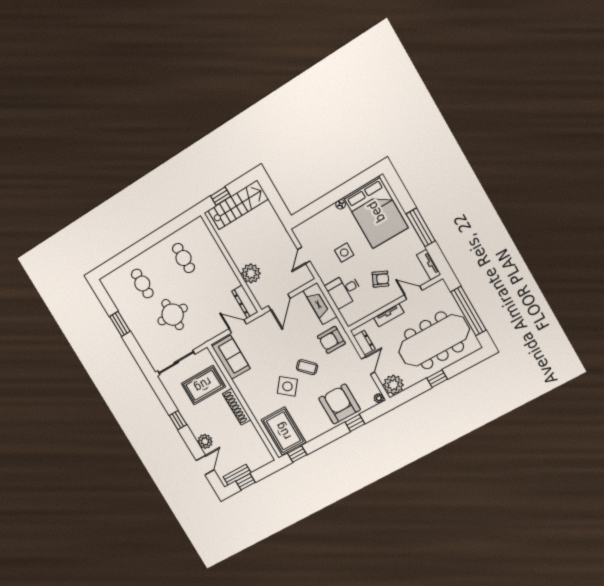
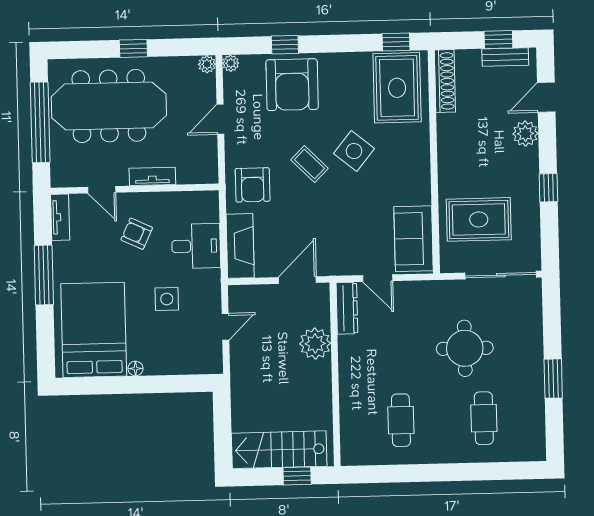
armchair: (331, 340) -> (253, 185), turned 90
dresser: (364, 343) -> (208, 156), removed
plant: (393, 385) -> (207, 64), width x0.53, depth x0.53
shoe rack: (237, 407) -> (445, 81), moved

